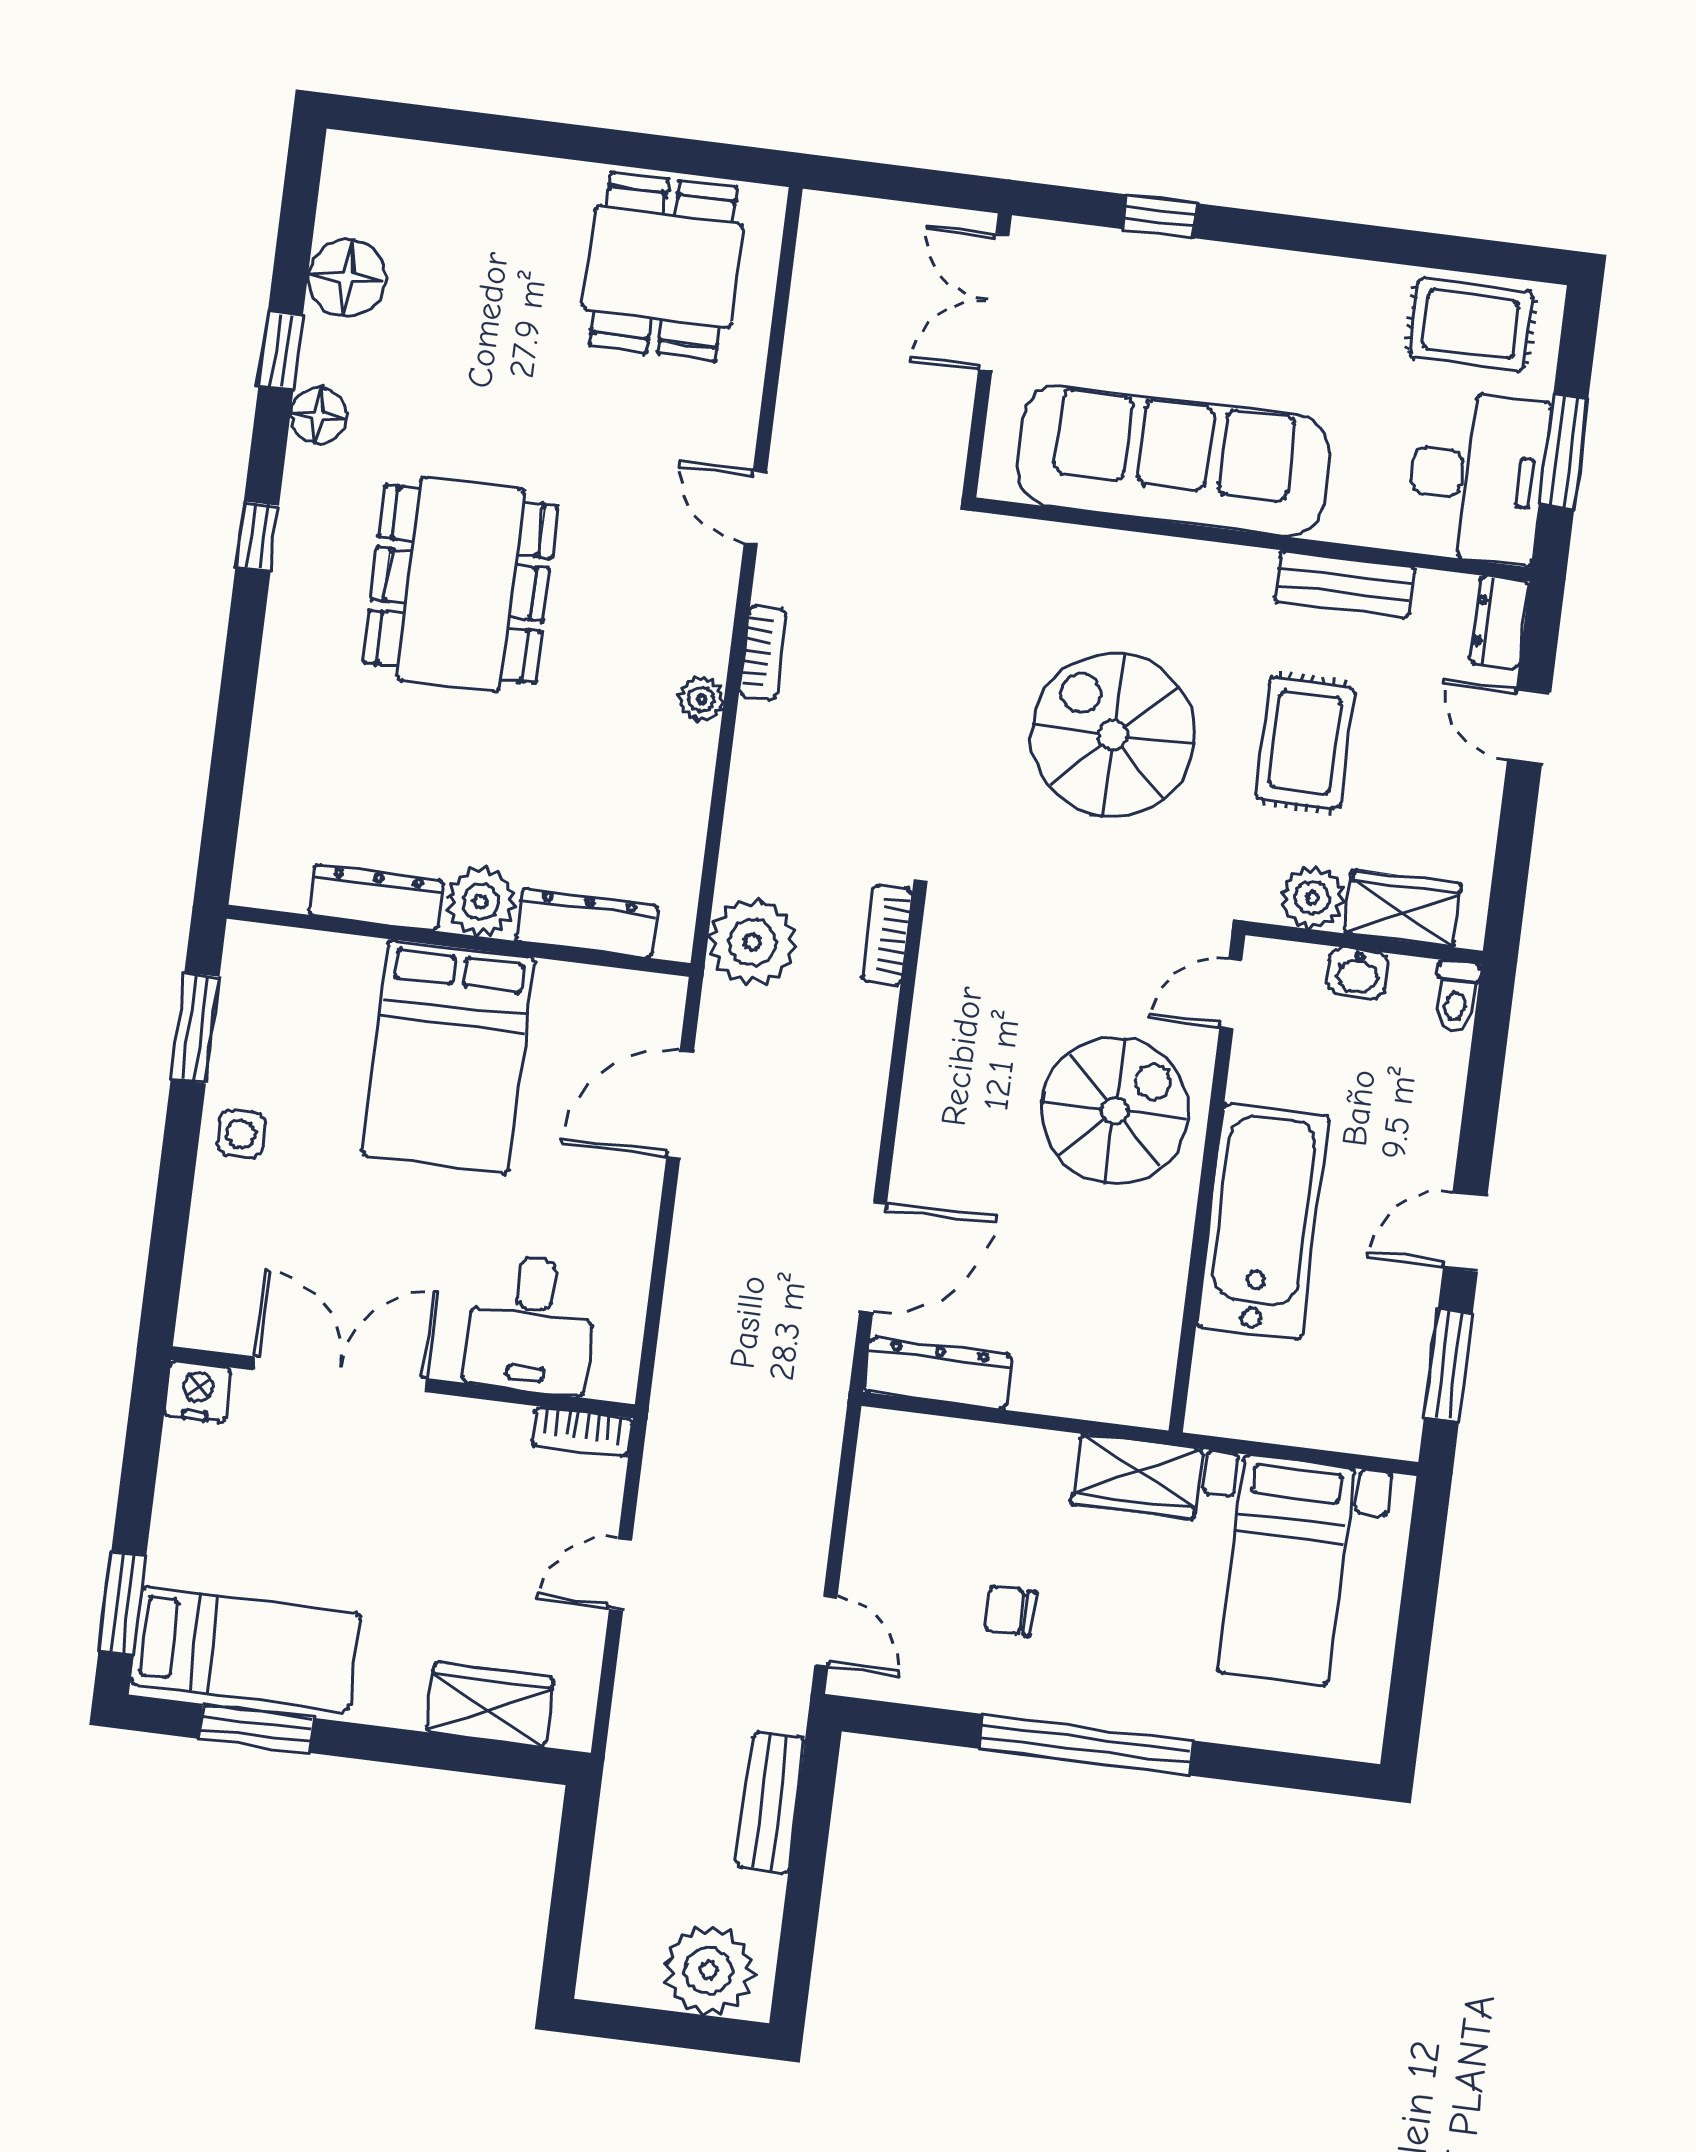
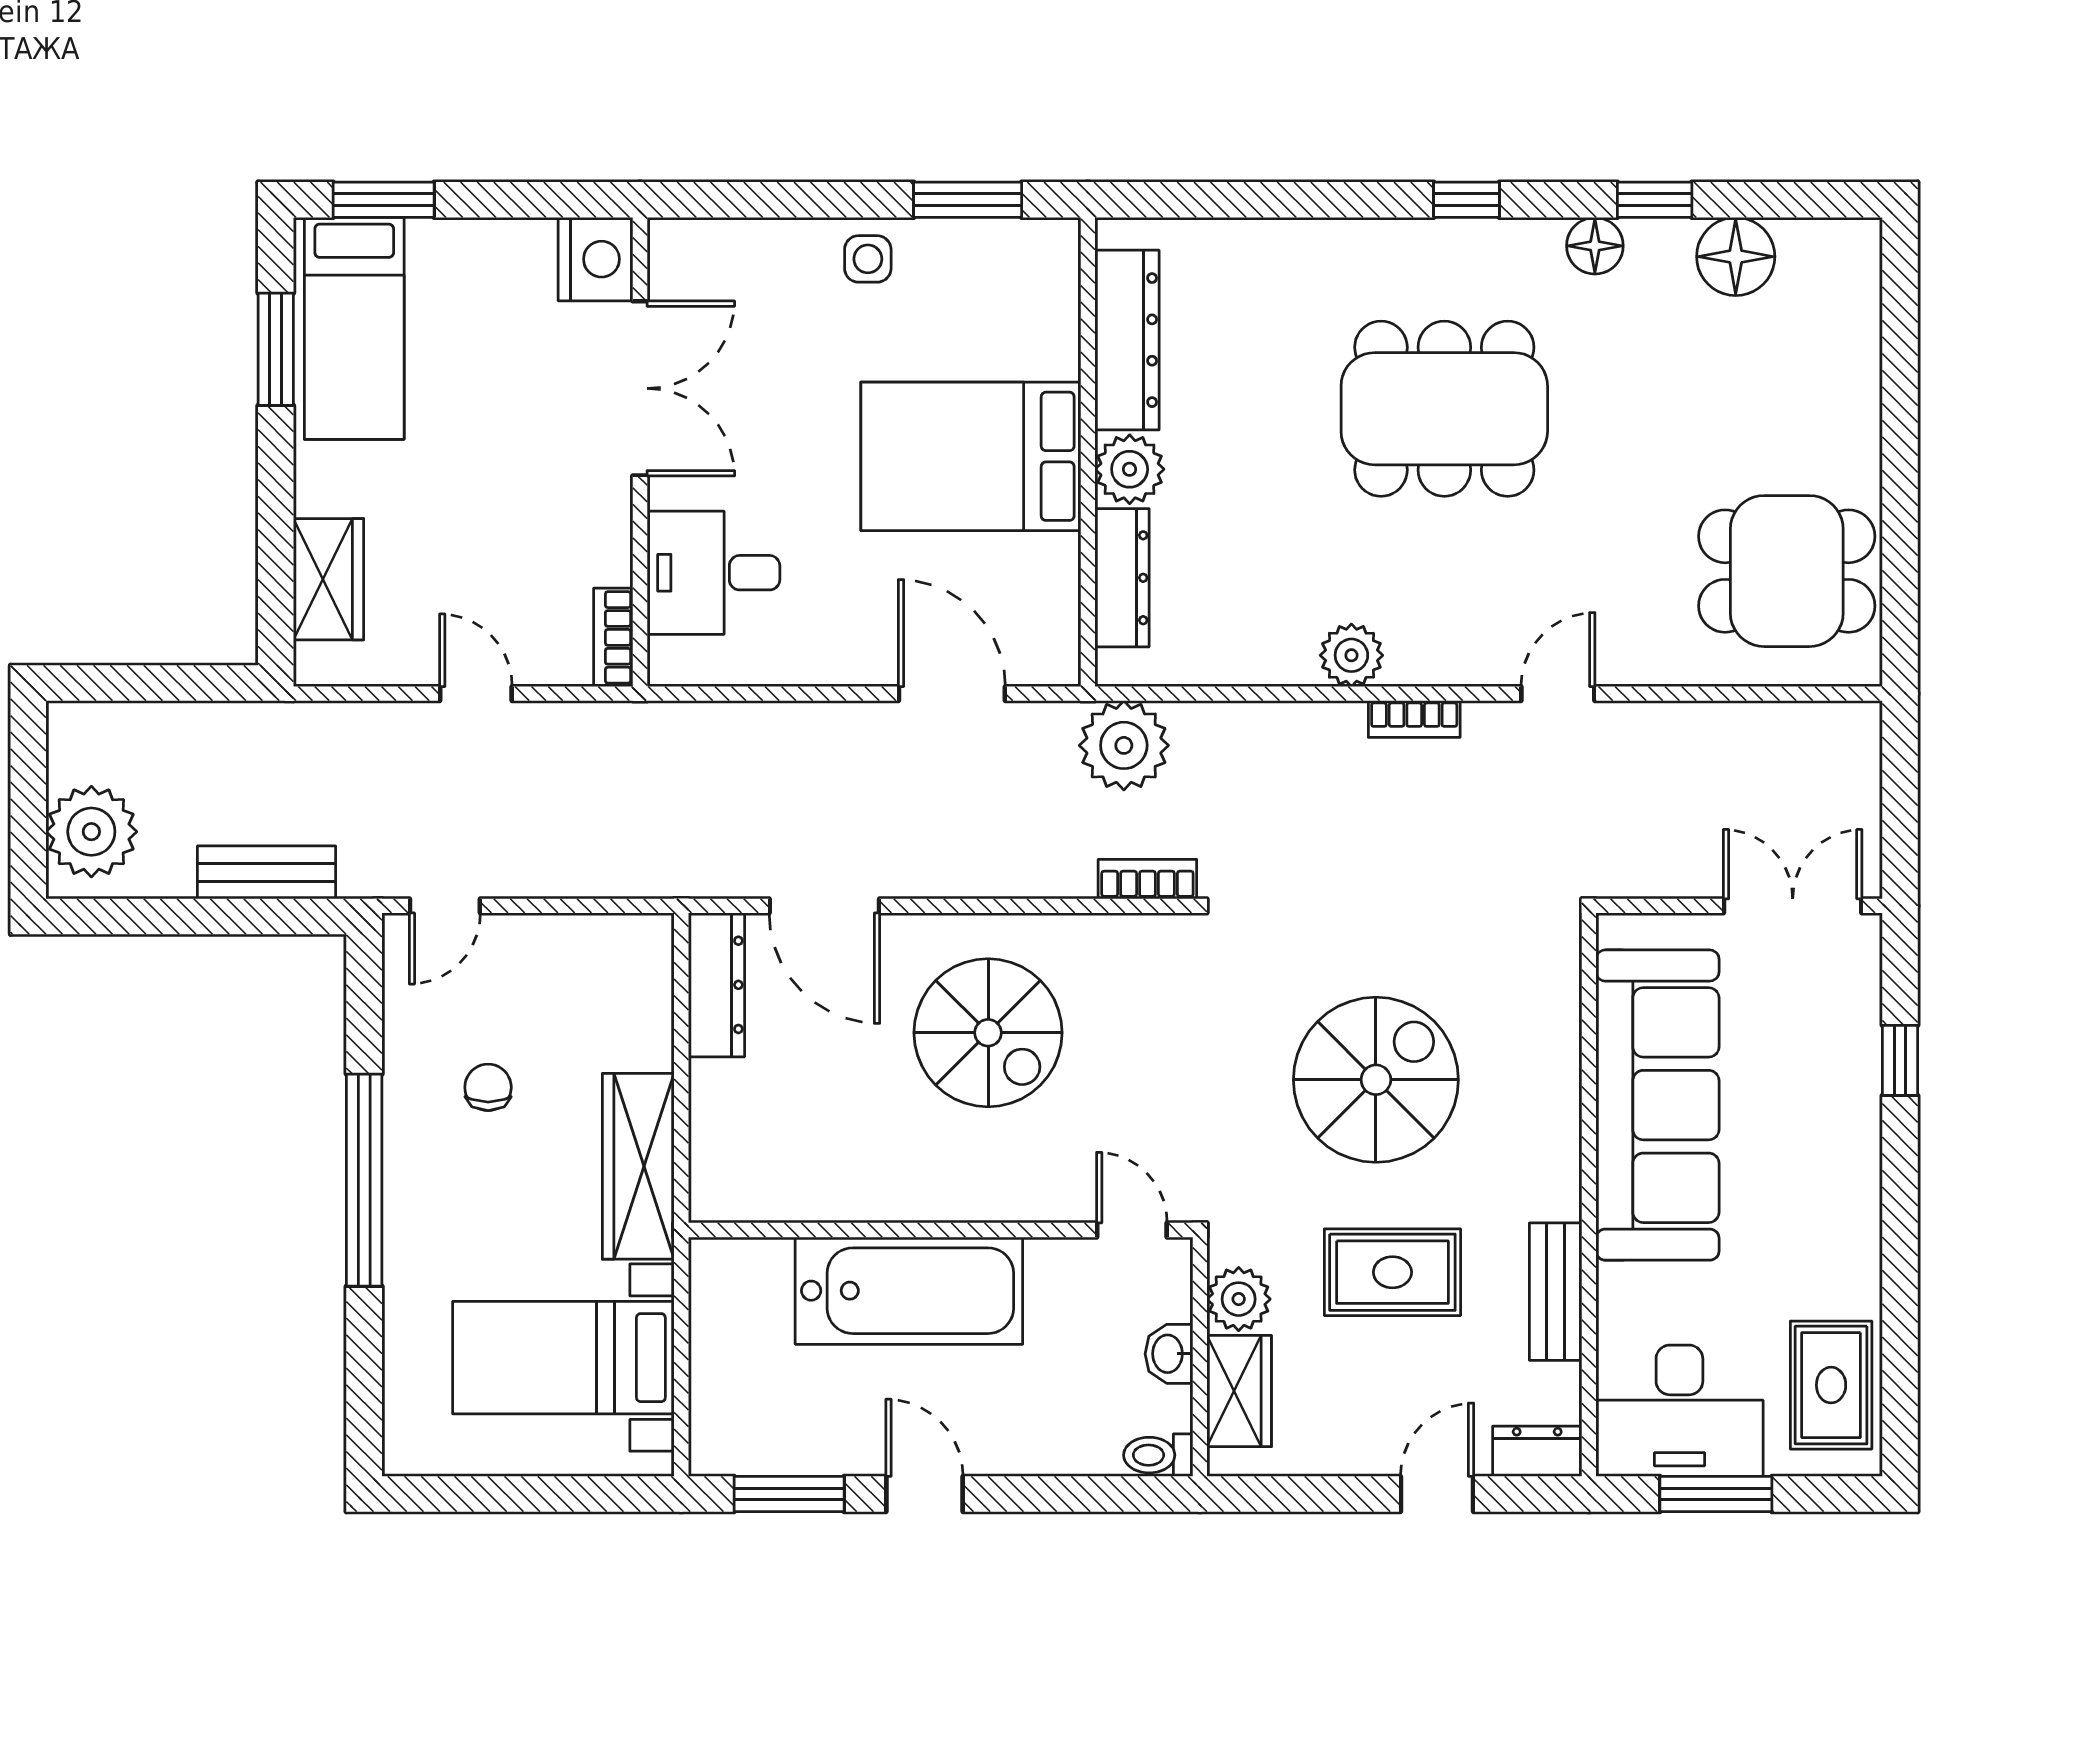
plant: (701, 699) -> (1351, 655), width x1.38, depth x1.38
dresser: (376, 897) -> (1127, 340), width x1.37, depth x1.24
spiral stairs: (1115, 1111) -> (988, 1033), moved
nightstand: (198, 1392) -> (596, 259), width x1.36, depth x1.33
wardrobe: (1137, 1477) -> (638, 1166), width x1.50

